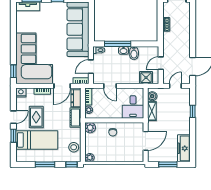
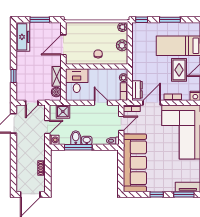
window: (118, 44) -> (78, 147), moved
washing machine: (154, 51) -> (54, 140), added
cot: (75, 118) -> (138, 69), removed
plant: (90, 128) -> (122, 45), moved
stool: (74, 147) -> (139, 38), removed

